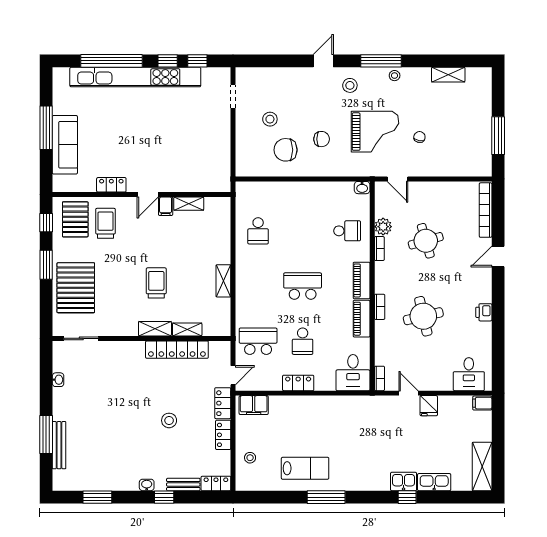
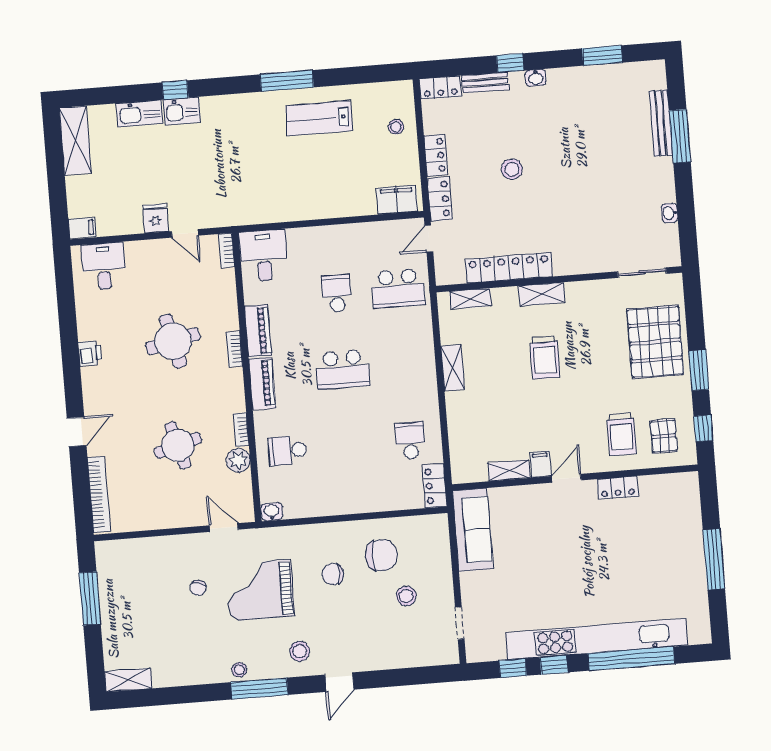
shelving: (448, 75) -> (128, 680), moved
sofa: (65, 145) -> (473, 530), moved, turned 180
pallet: (75, 219) -> (664, 436), width x0.67, depth x0.71
shelving: (187, 329) -> (470, 299), moved
locker: (298, 383) -> (435, 486), moved, turned 90

